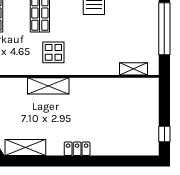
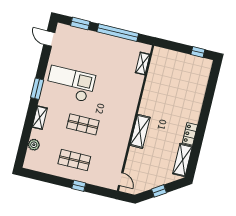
display table: (53, 52) -> (115, 121), removed
locker: (77, 149) -> (190, 134), moved

